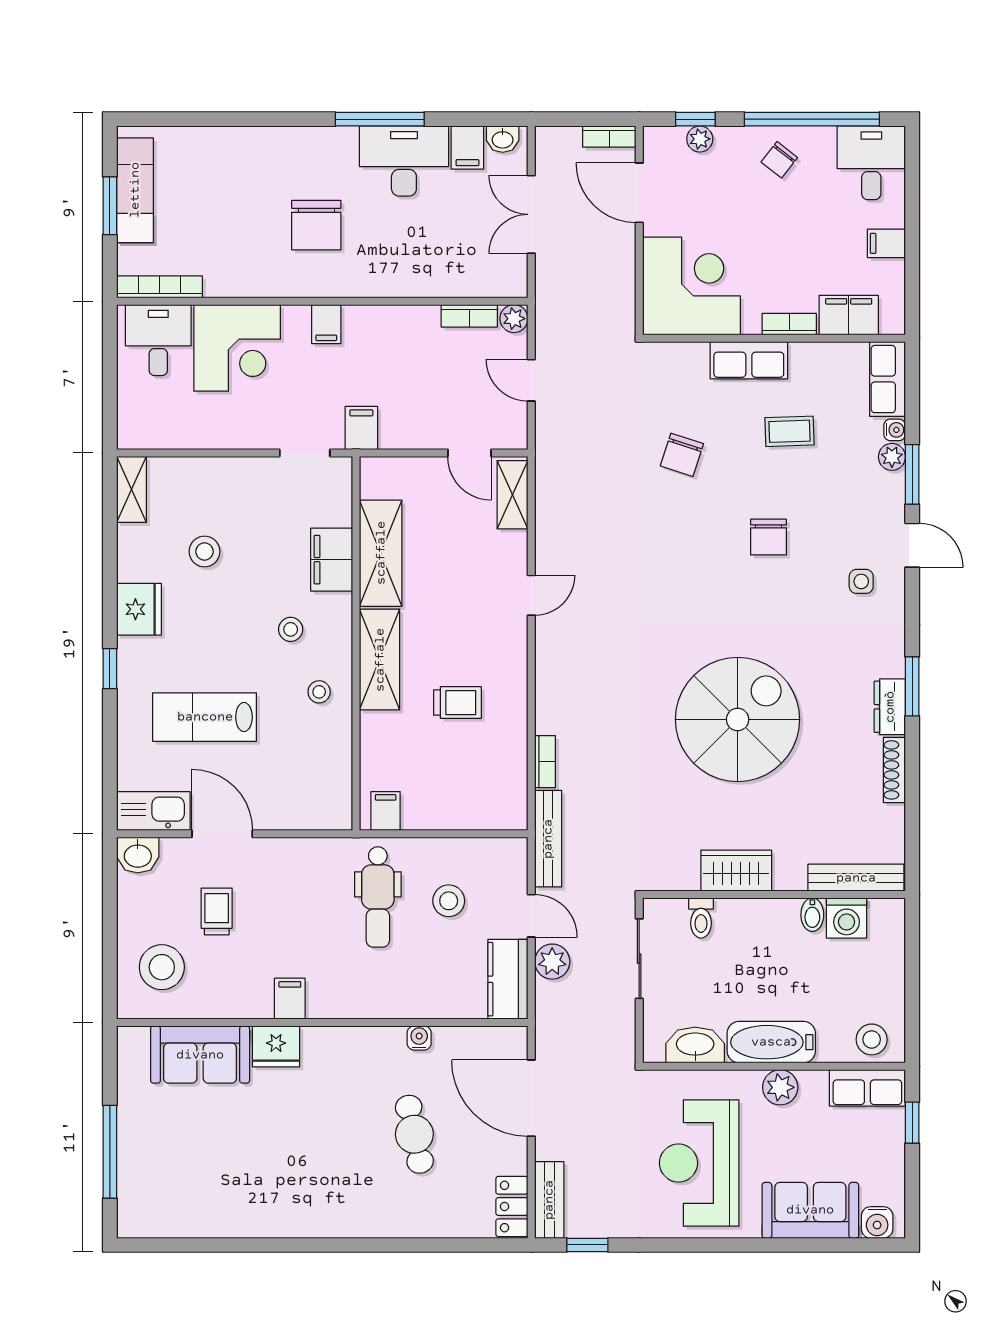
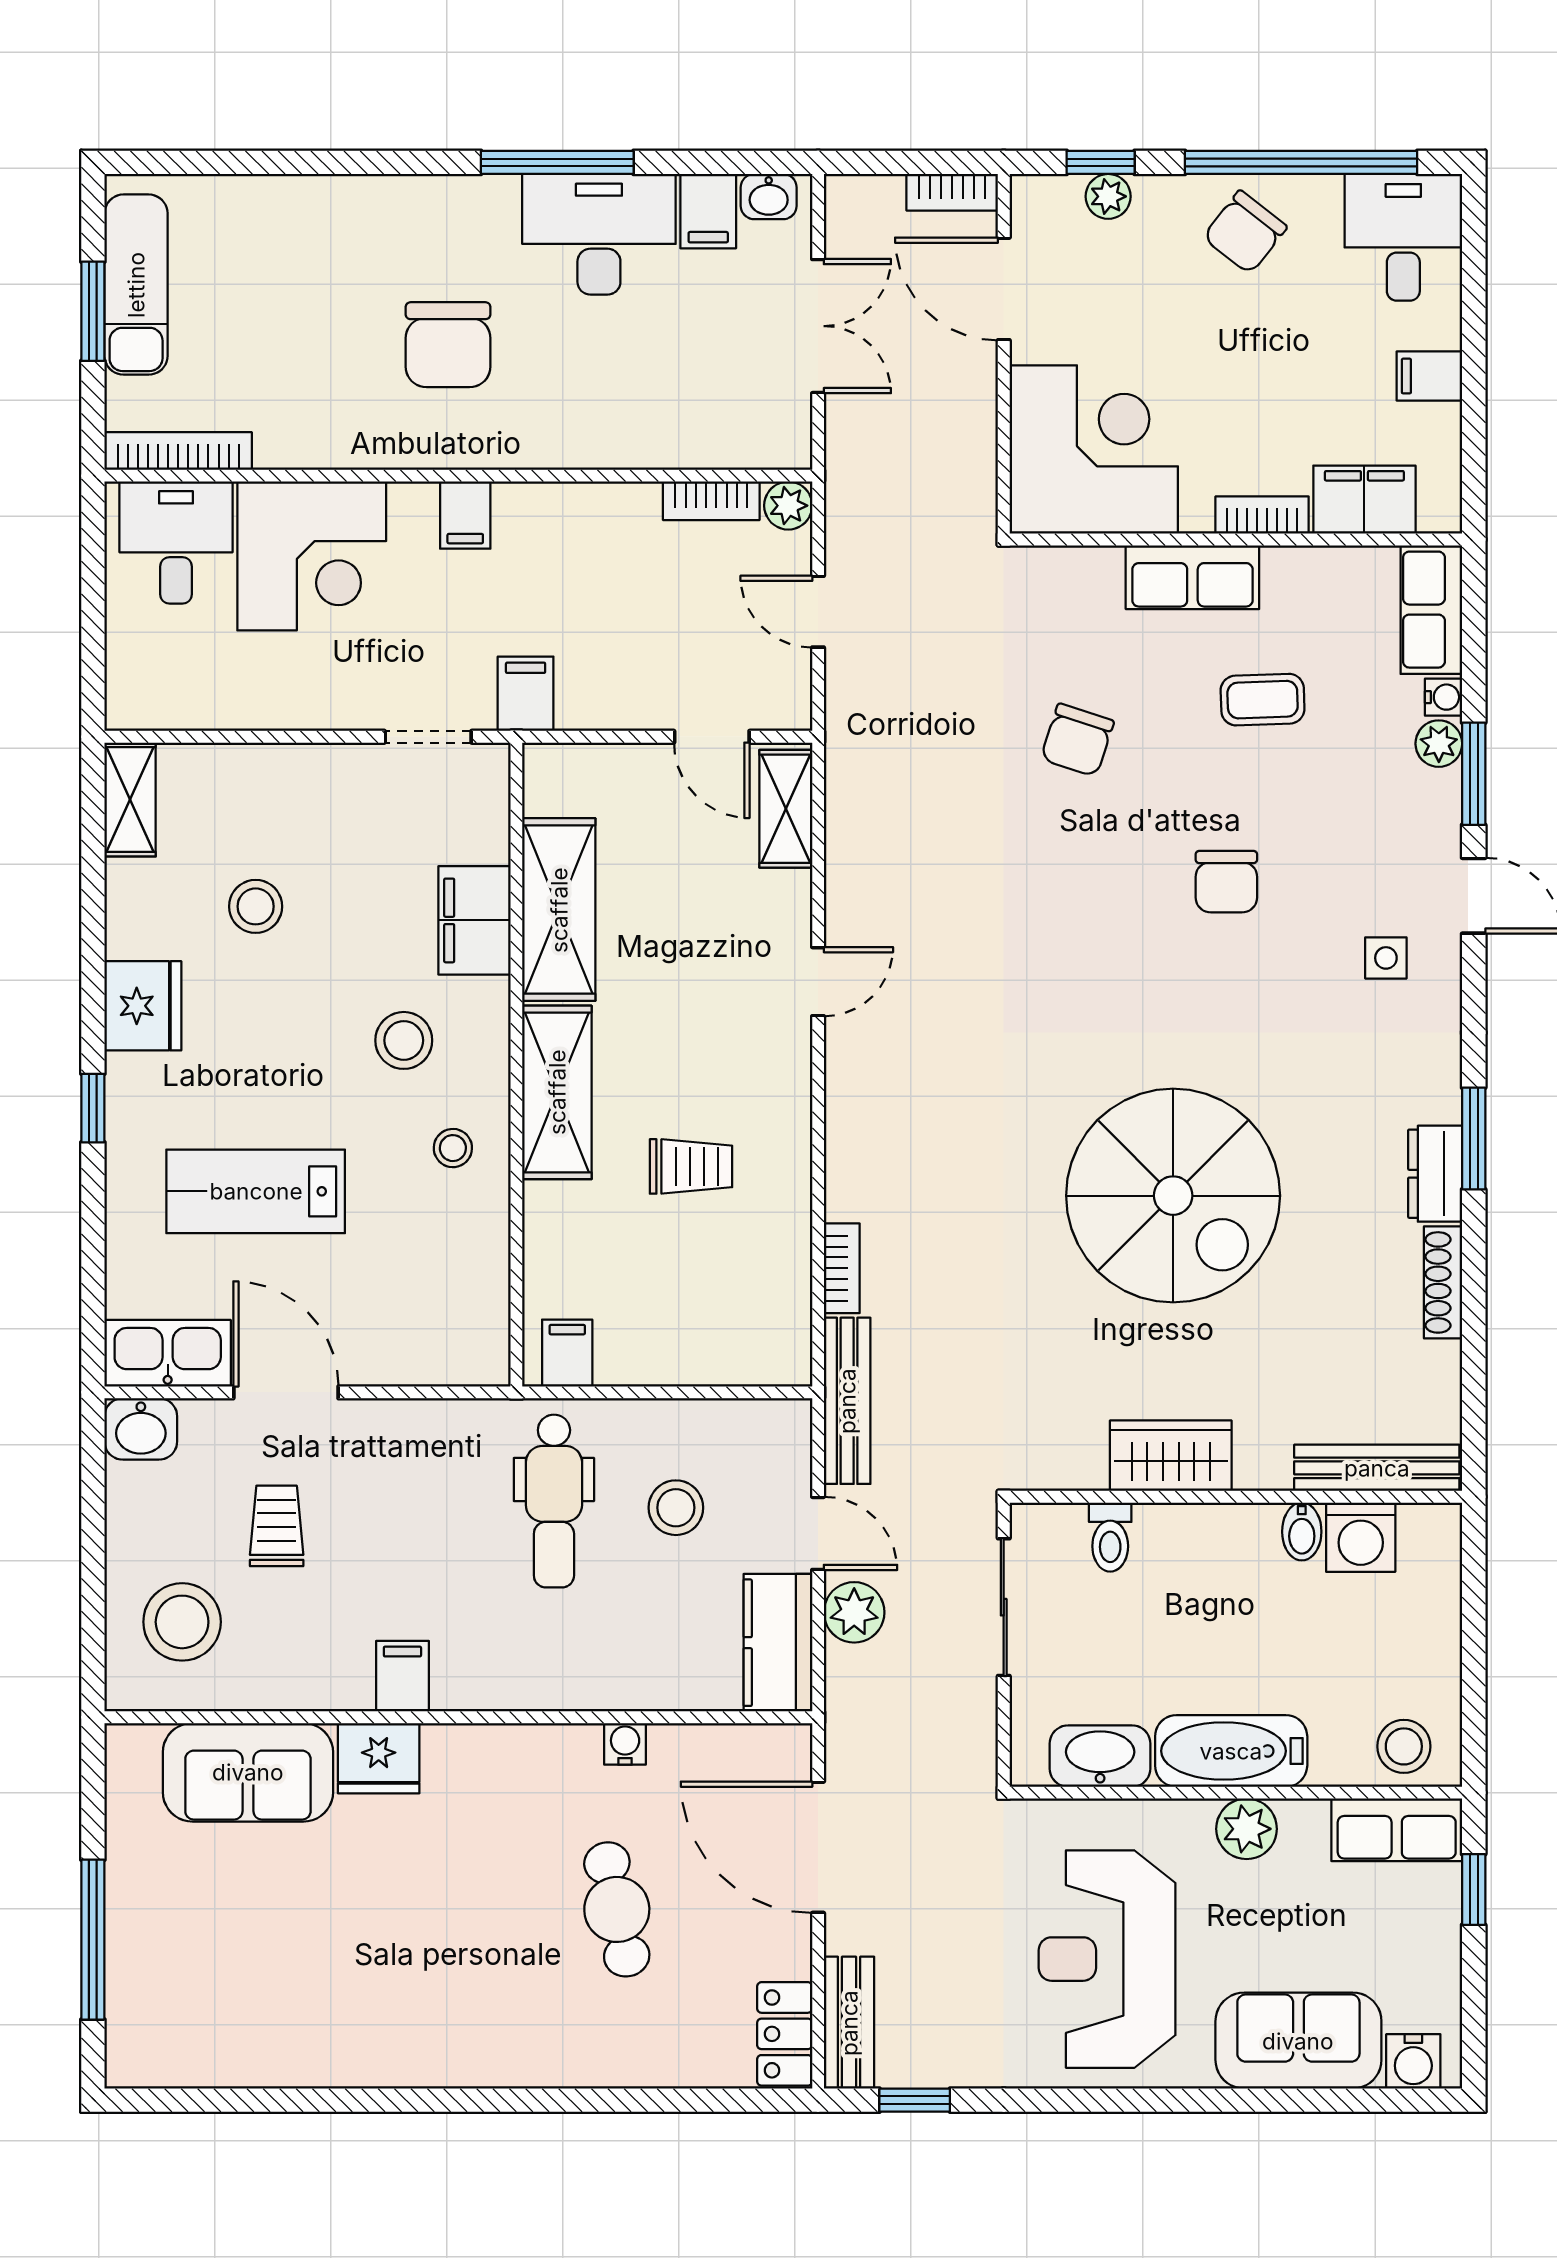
chair: (779, 160) -> (1245, 232), width x1.37, depth x1.37
double door: (531, 214) -> (818, 326), swing flipped
stool: (291, 629) -> (404, 1040), width x1.37, depth x1.37
spiral stairs: (738, 719) -> (1173, 1196), turned 90

